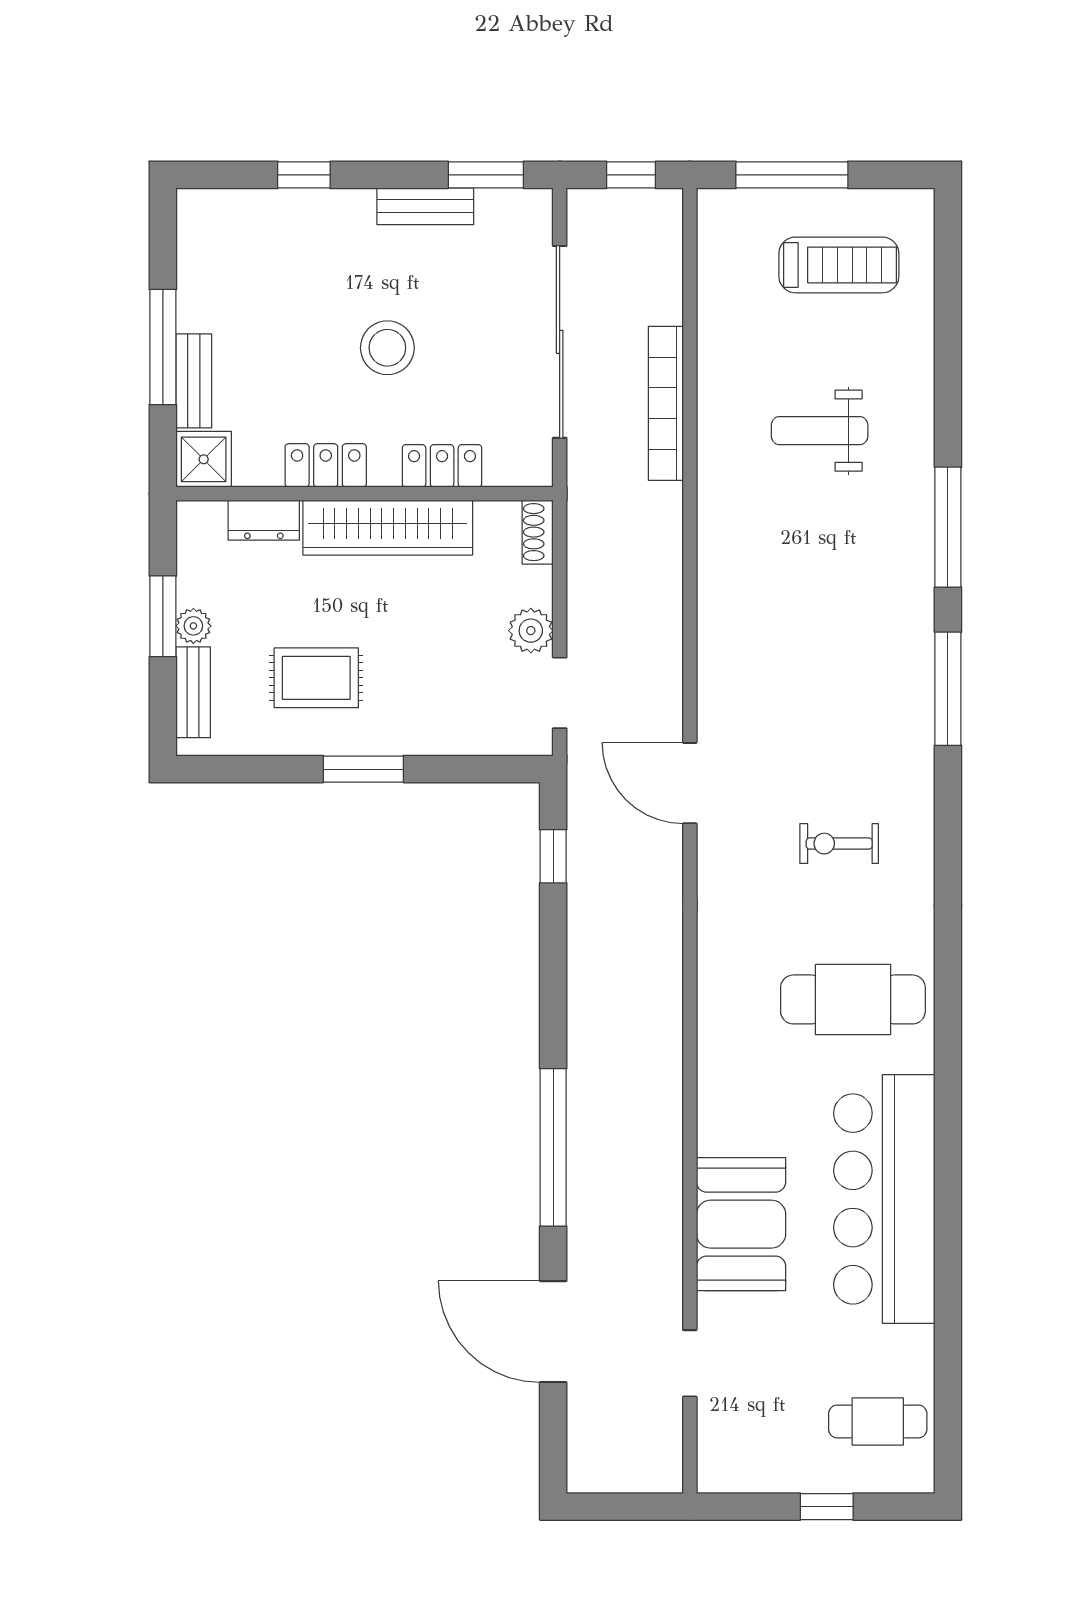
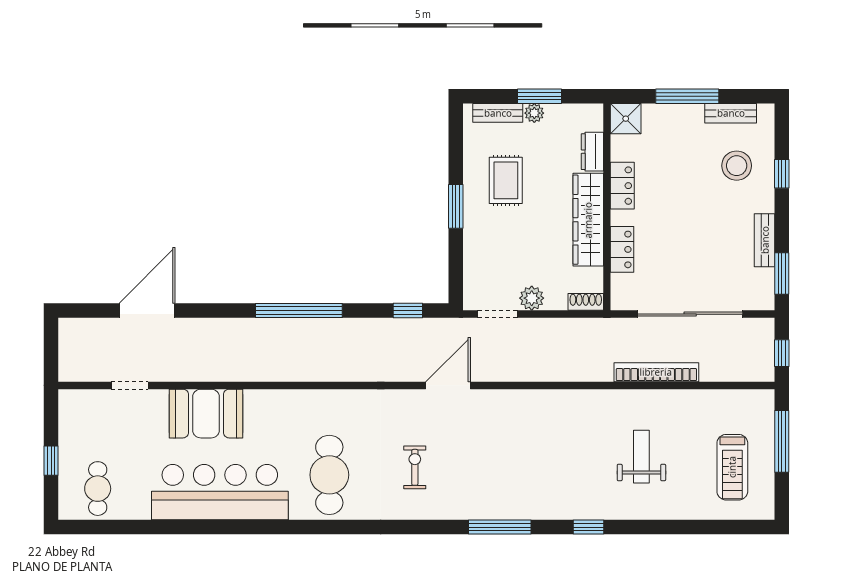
stool: (387, 348) -> (737, 166), moved
bench: (194, 381) -> (731, 113), moved
window: (948, 527) -> (588, 527), width x0.46
window: (553, 1147) -> (299, 310), moved

